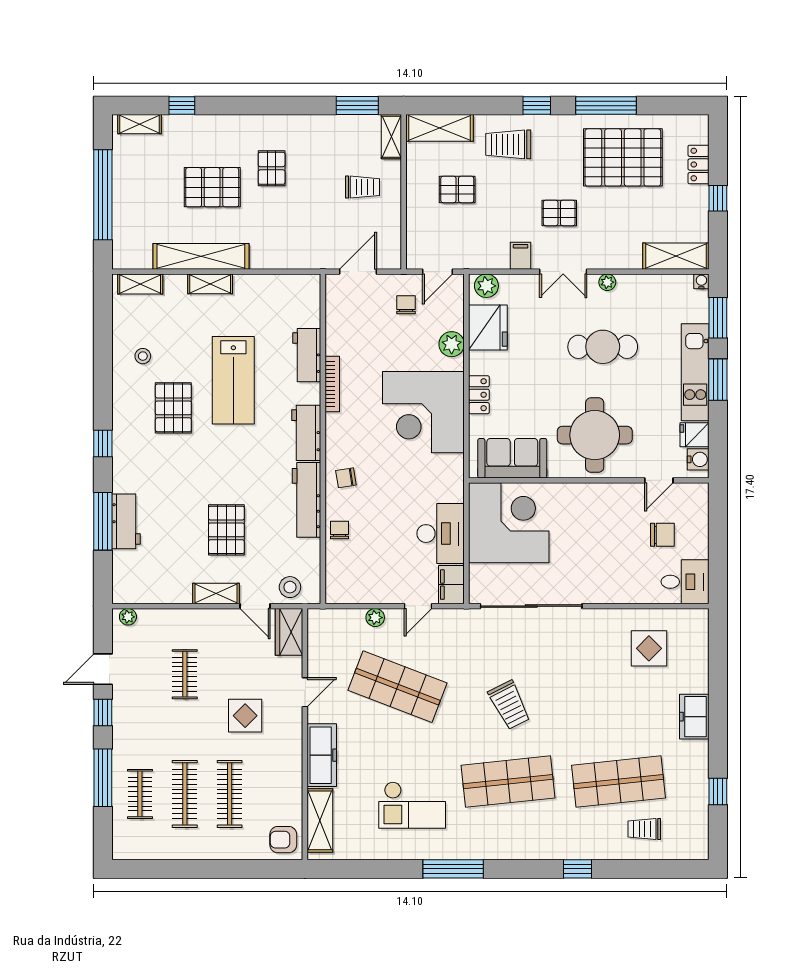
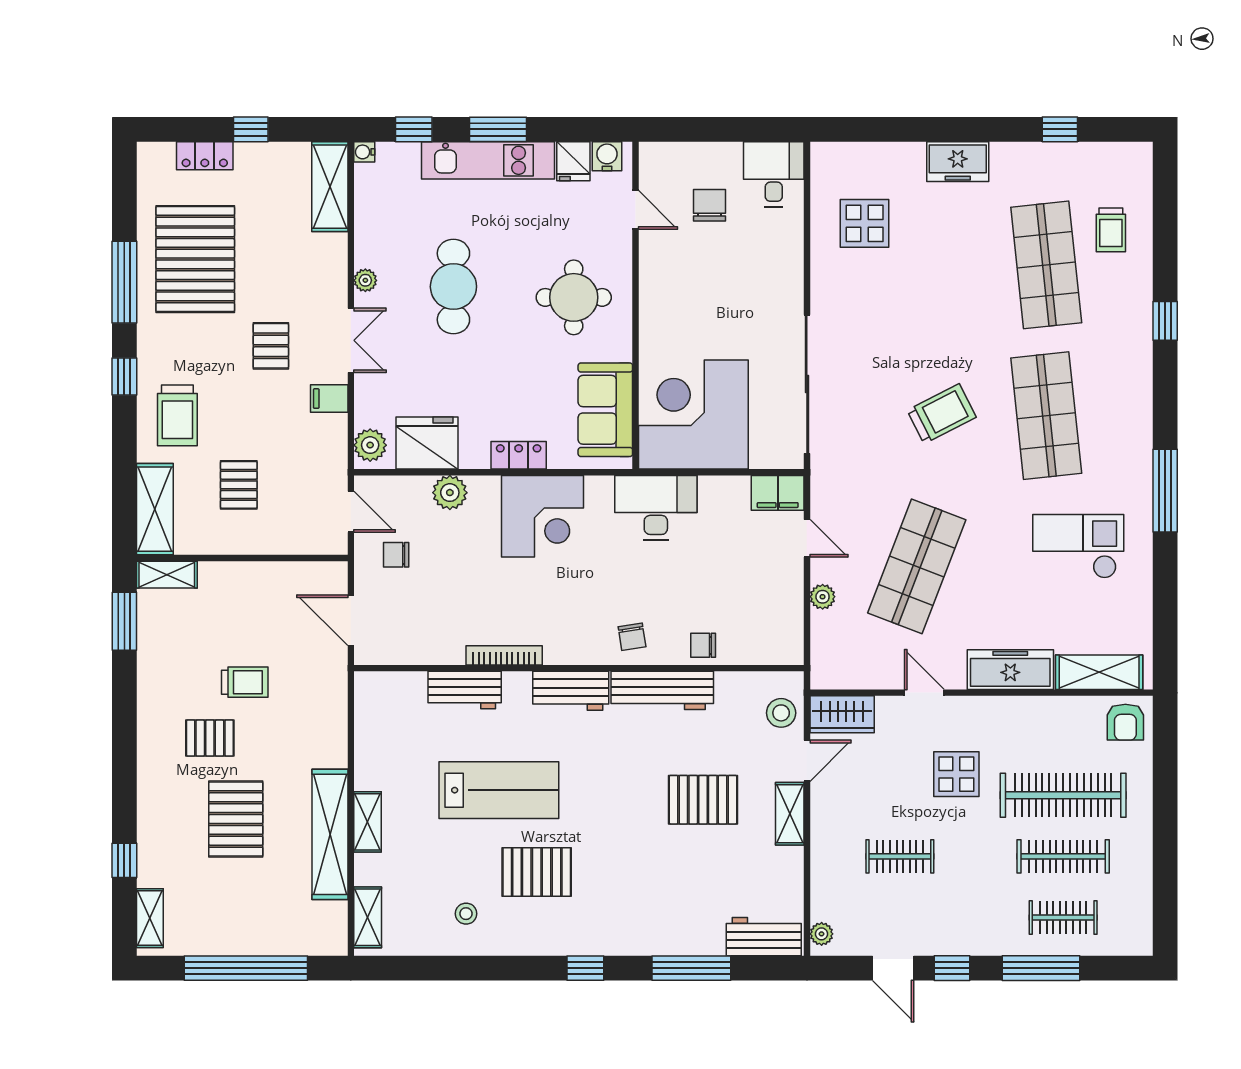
trolley: (362, 187) -> (245, 682), moved, turned 90
window: (718, 318) -> (414, 129), width x0.67
corner desk: (423, 412) -> (542, 516), width x0.74, depth x0.74
round table: (595, 435) -> (574, 297), width x0.73, depth x0.73
workbench: (126, 521) -> (764, 937), moved
desk: (441, 534) -> (656, 508), moved
clothes rail: (230, 794) -> (1063, 795), width x1.37, depth x1.31
checkout: (412, 805) -> (1078, 546), turned -90

